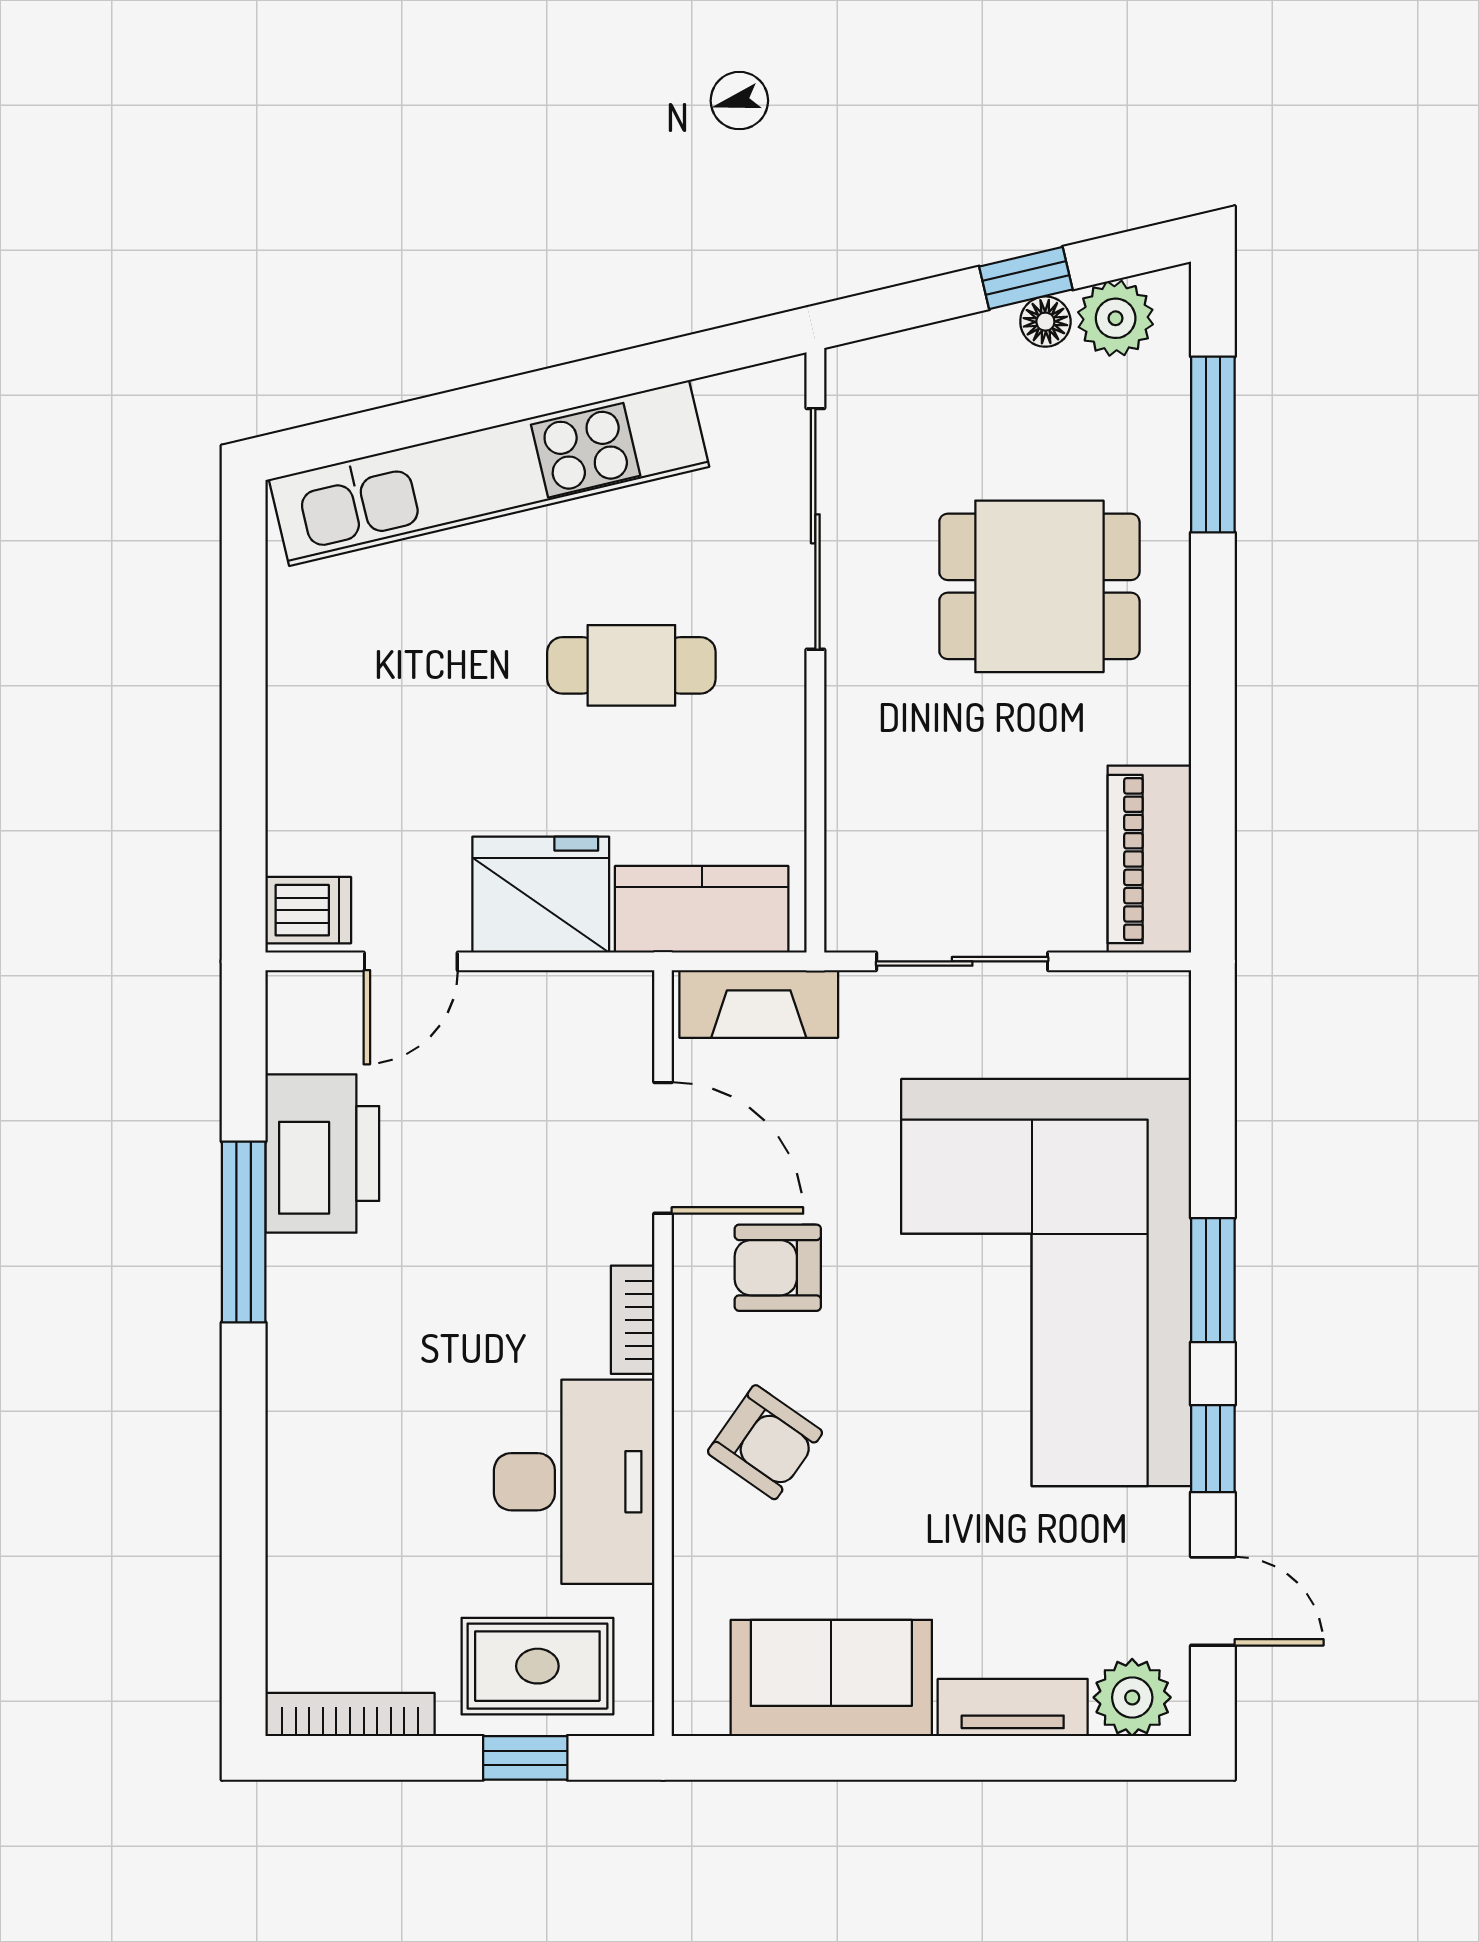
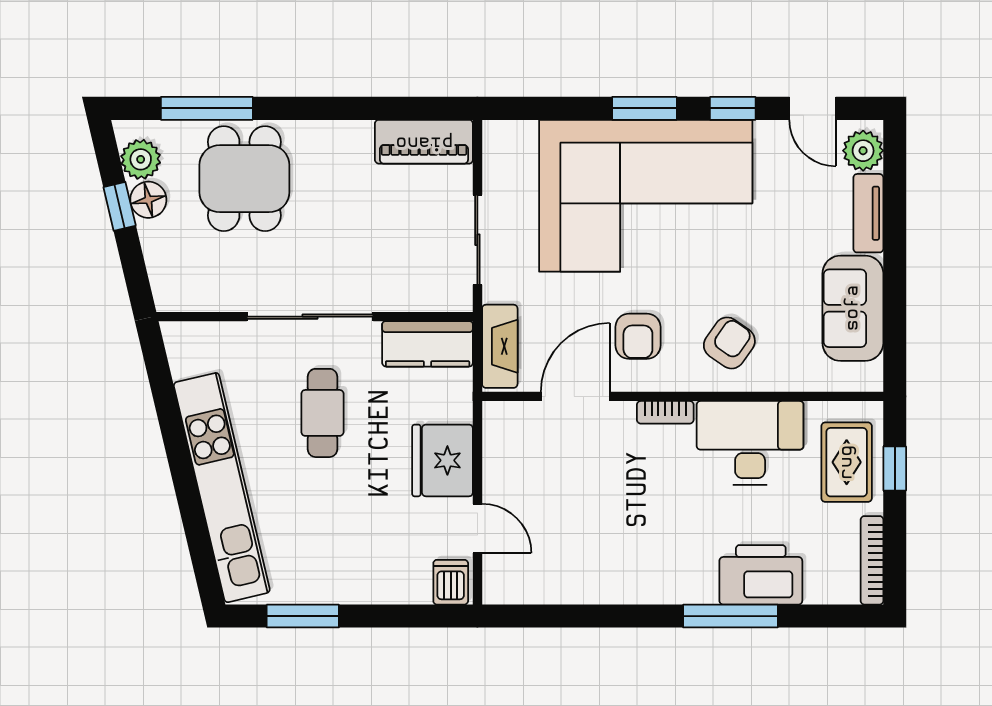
floor lamp: (1045, 322) -> (148, 200), width x1.37, depth x1.37
sliding door: (815, 529) -> (310, 317), moved
dining table: (1039, 586) -> (244, 179), moved
window: (244, 628) -> (303, 616), added
kitchen counter: (702, 909) -> (428, 344), moved, turned -90
printer: (322, 1154) -> (761, 575), moved
window: (244, 1232) -> (730, 616), moved
door: (1213, 1601) -> (813, 108), swing flipped

